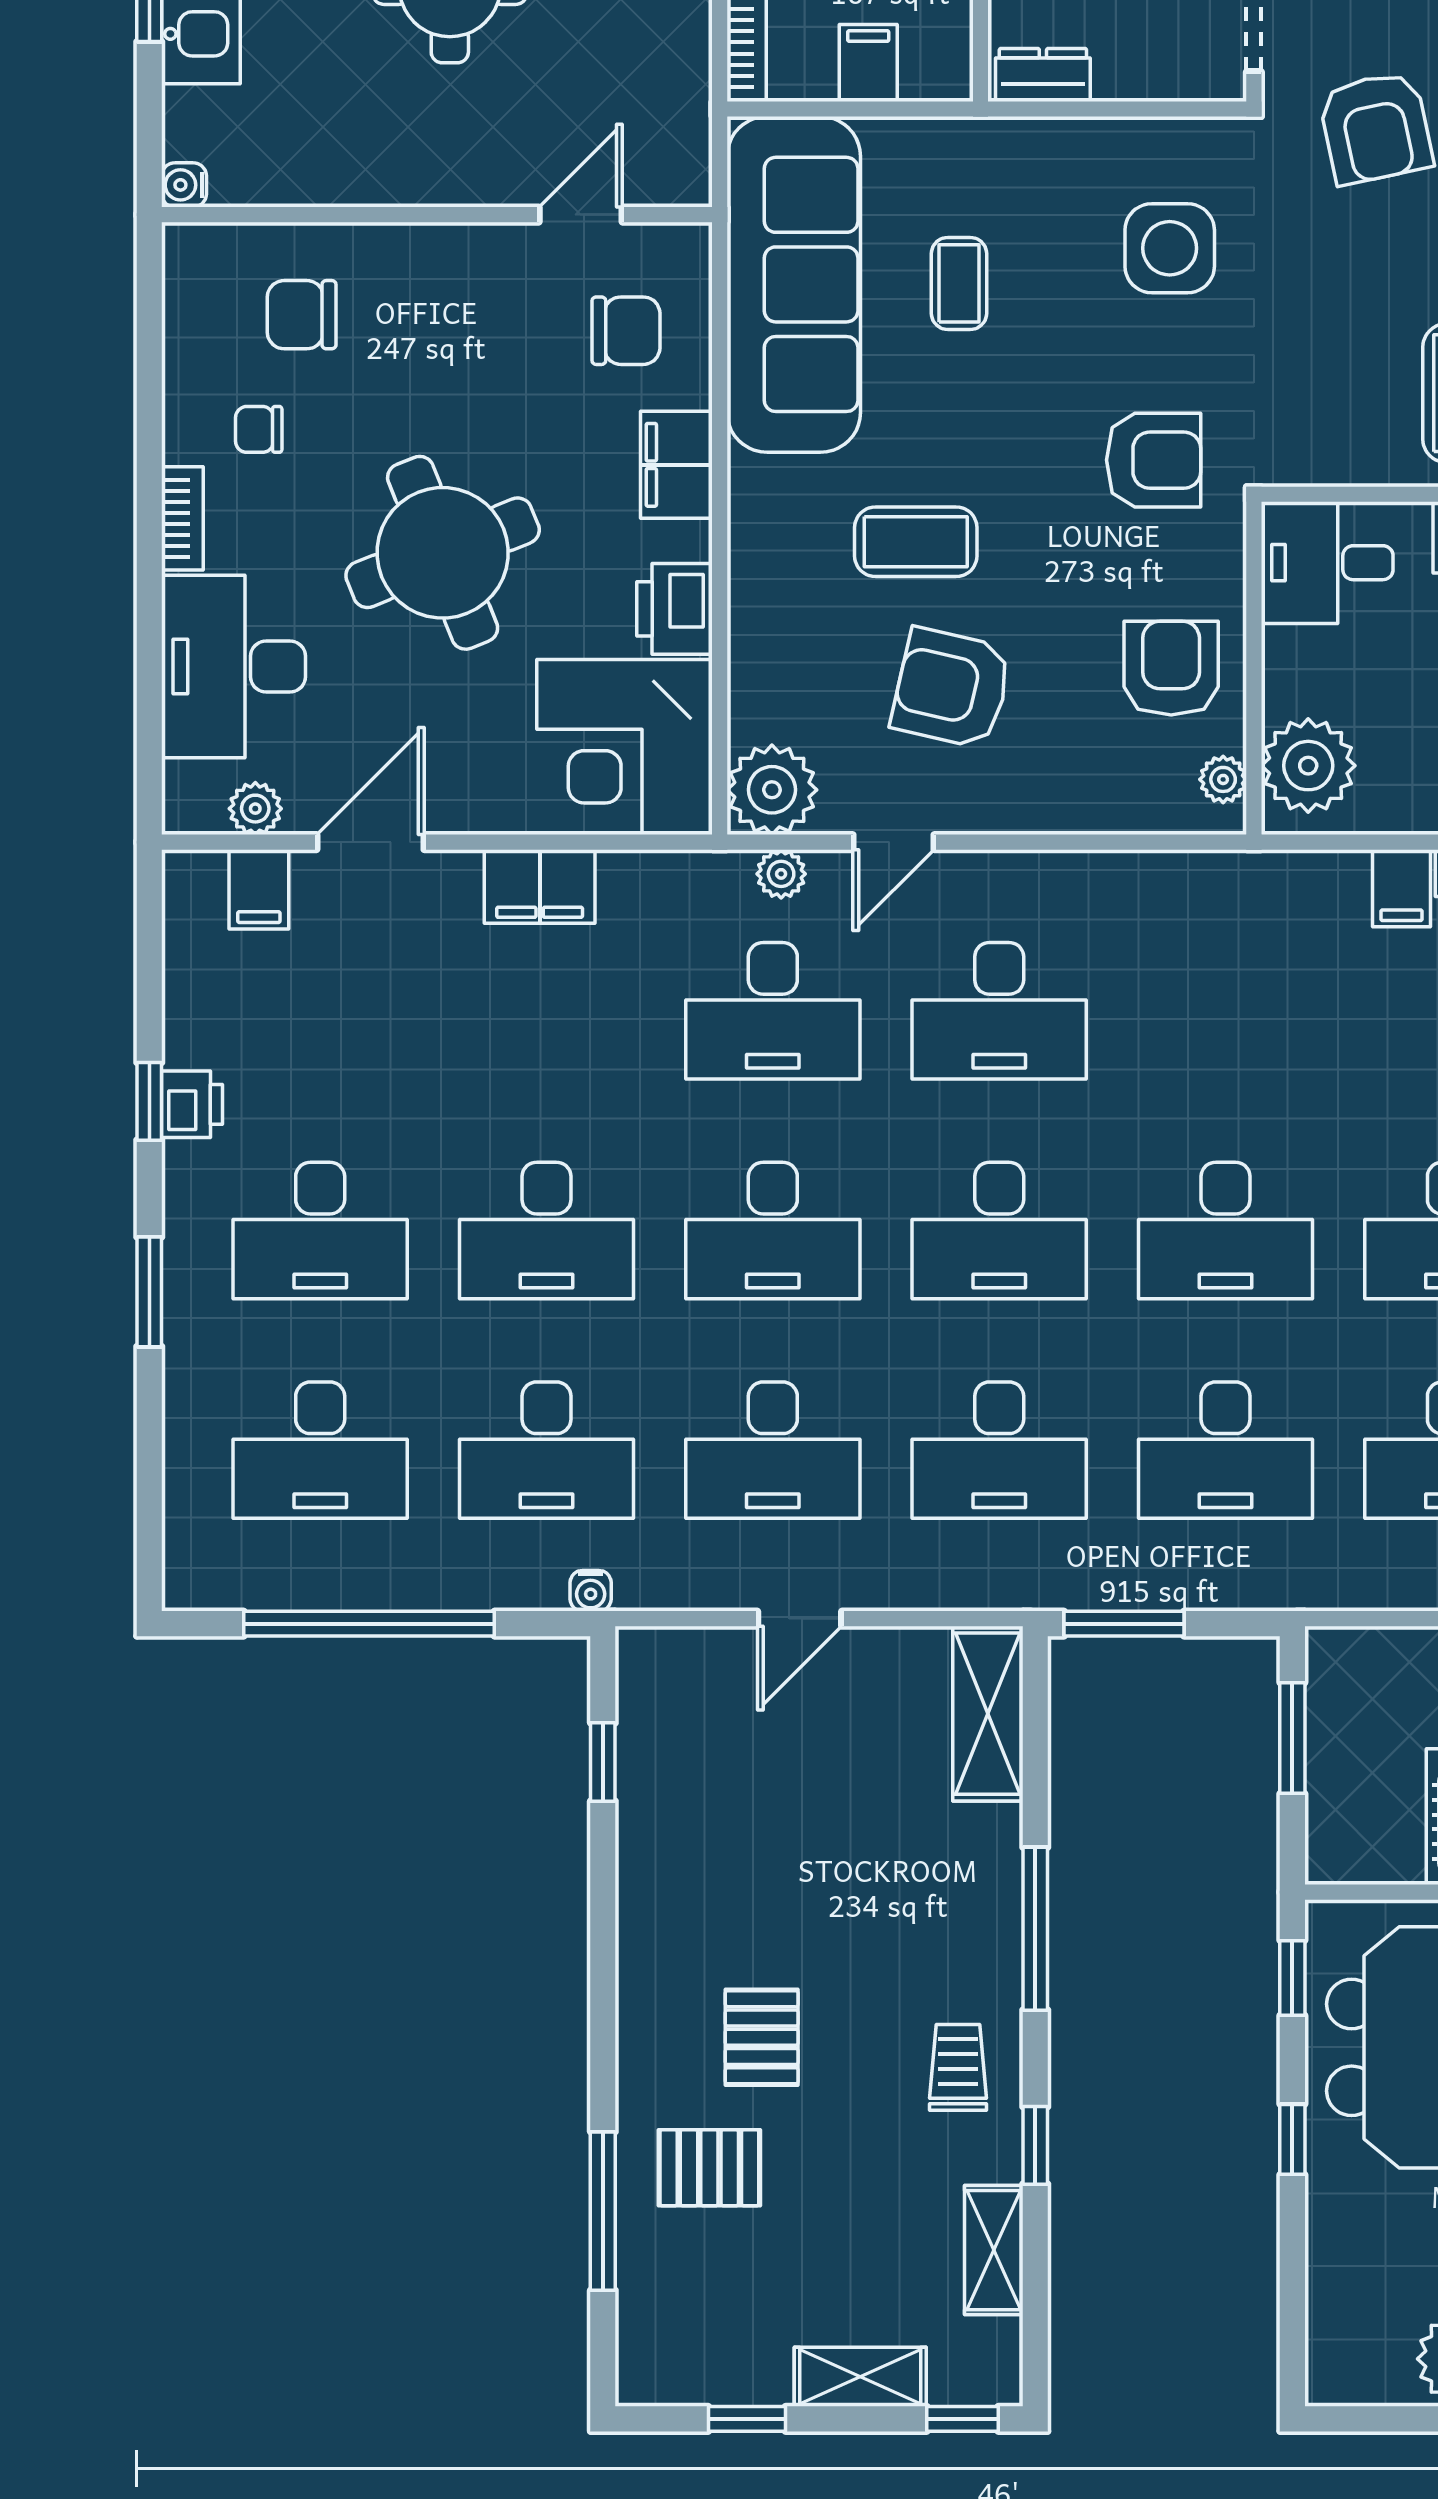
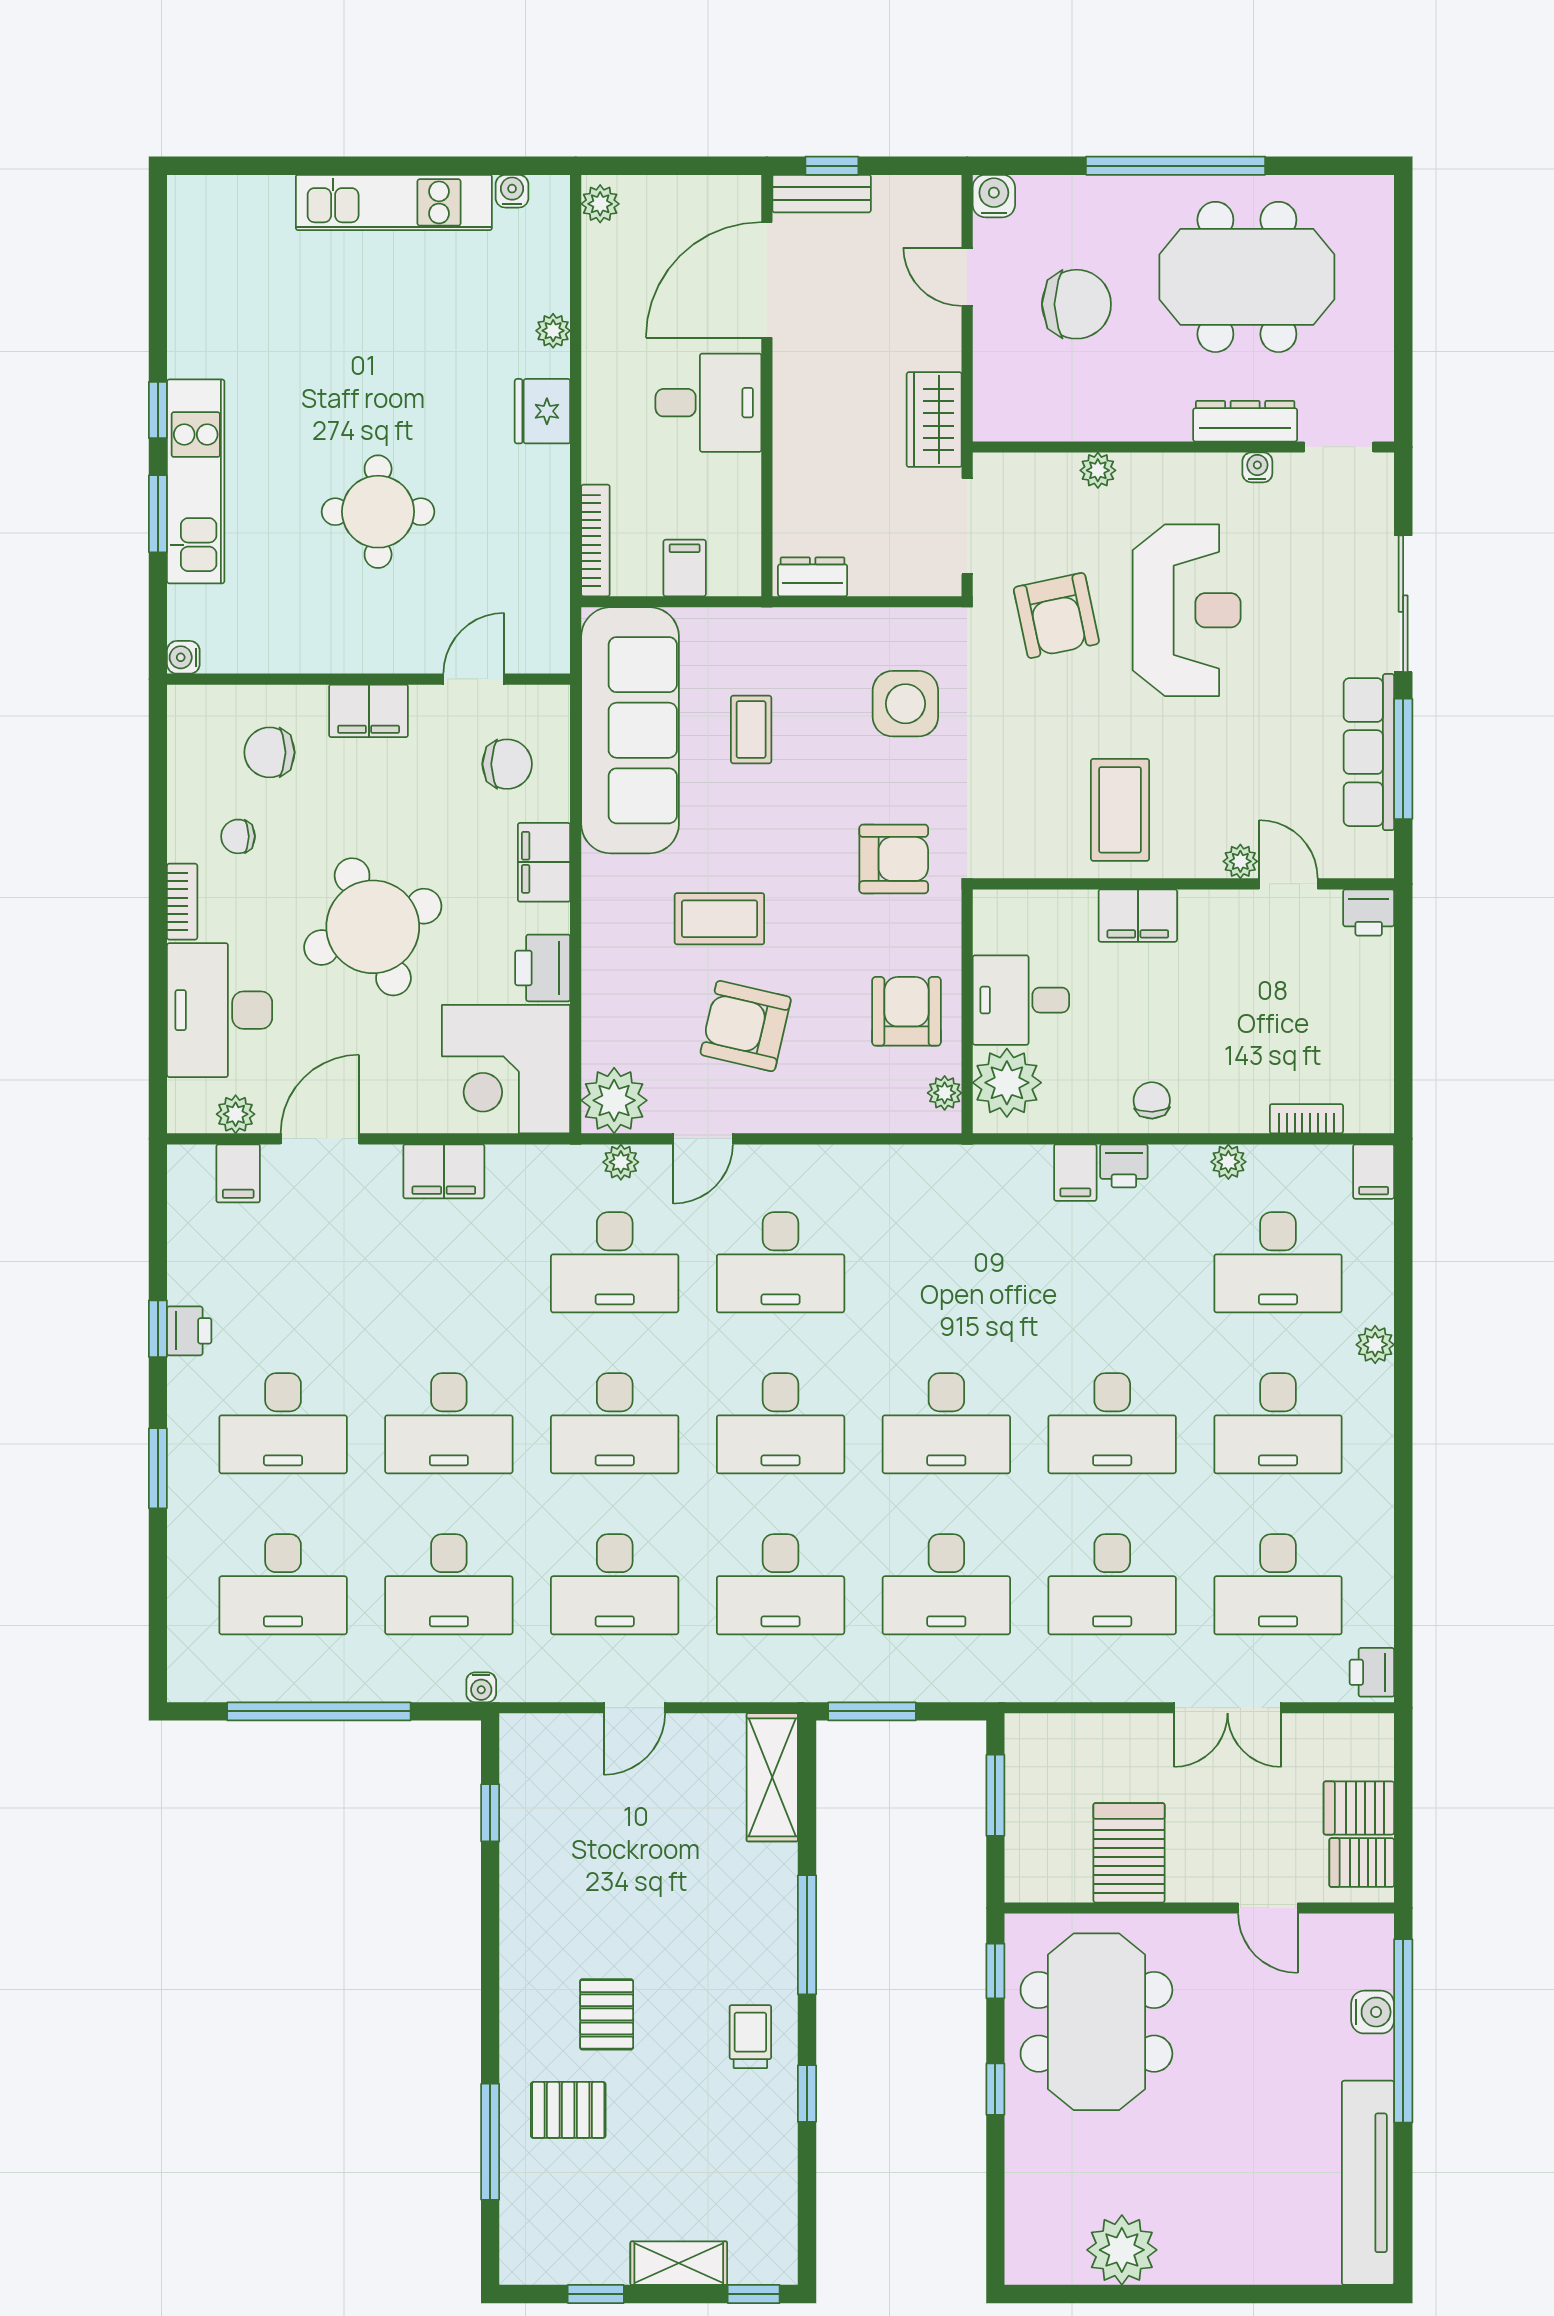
filing cabinet: (437, 258) -> (369, 711), added
desk: (1327, 563) -> (1021, 1000), moved
shelving: (994, 2250) -> (777, 2170), removed

